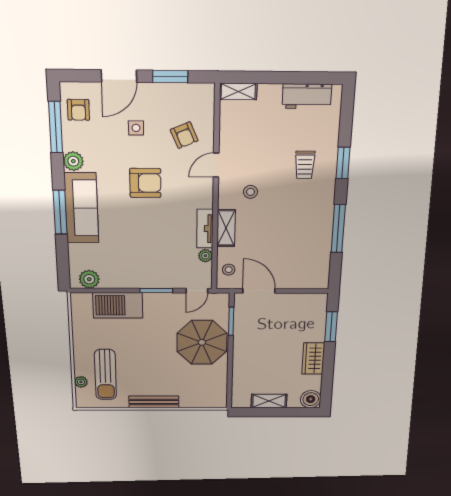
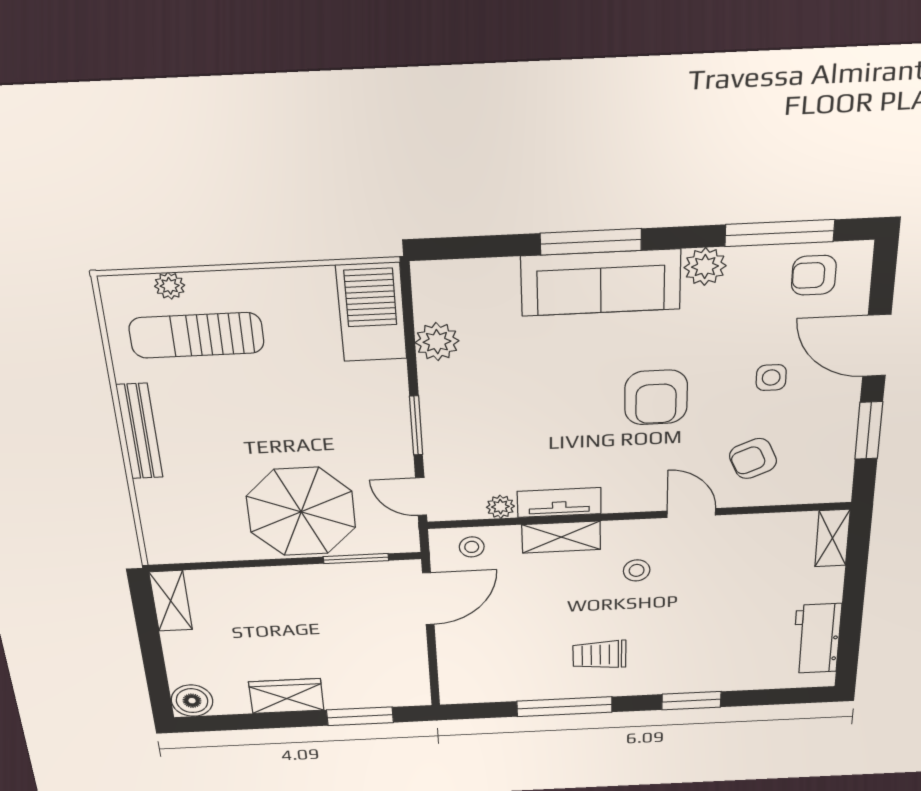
trolley: (305, 165) -> (599, 655), moved
plant: (89, 279) -> (437, 342), moved
barbecue: (118, 305) -> (372, 312), moved
shelving: (269, 401) -> (171, 601), moved

